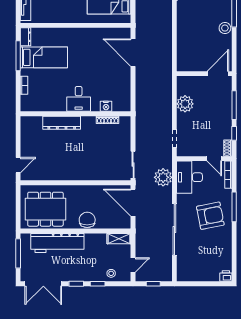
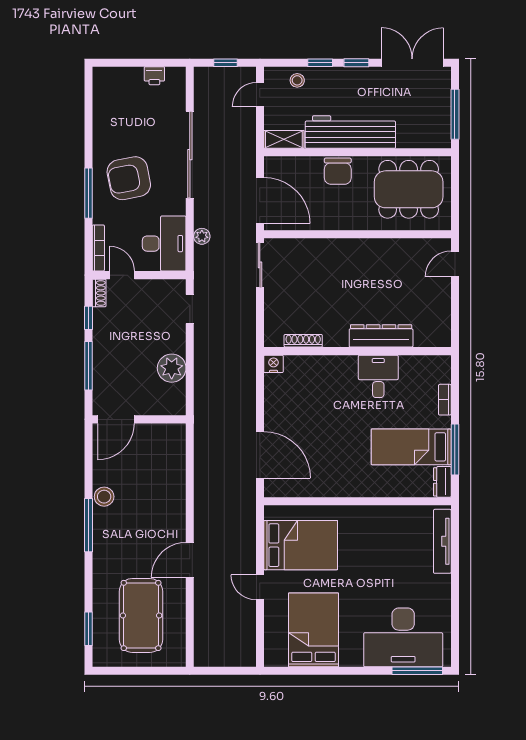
desk: (79, 99) -> (378, 376), moved
nightstand: (106, 106) -> (274, 364), moved
plant: (163, 177) -> (202, 236), width x0.53, depth x0.53
workbench: (57, 243) -> (350, 132), moved
printer: (226, 276) -> (154, 76), moved

